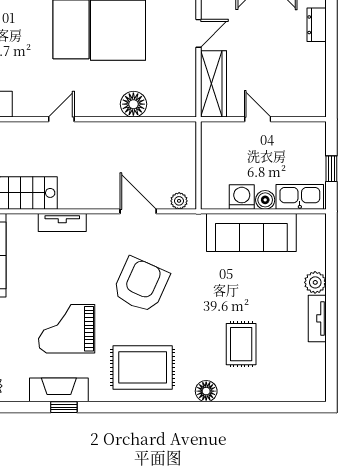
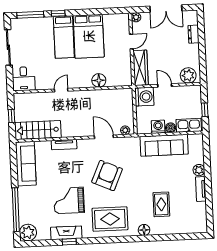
plant: (303, 102) -> (188, 75), added
washing machine: (218, 139) -> (144, 97), added

